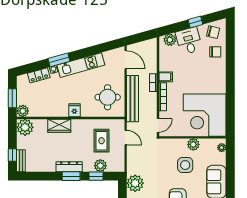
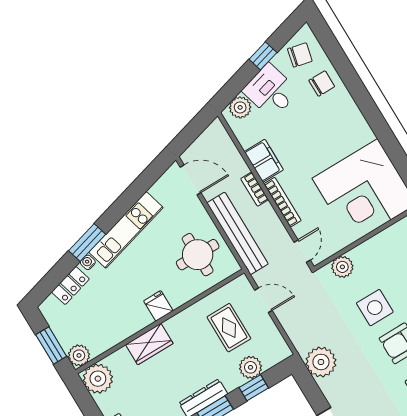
filing cabinet: (166, 77) -> (264, 161), width x2.00
plant: (193, 144) -> (342, 267), moved
side table: (185, 165) -> (375, 308), moved

